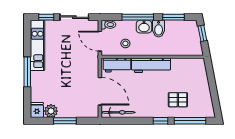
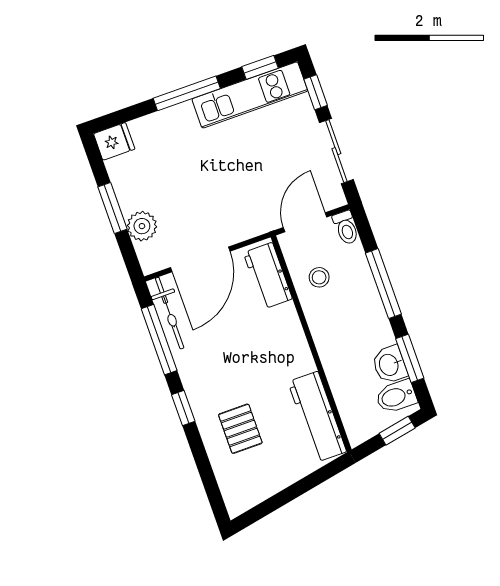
washbasin: (144, 27) -> (390, 365), moved
bidet: (159, 29) -> (396, 397), moved
window: (27, 37) -> (260, 67), added
workbench: (151, 65) -> (317, 417), moved
plant: (51, 111) -> (142, 226), moved
window: (190, 121) -> (159, 340), moved

